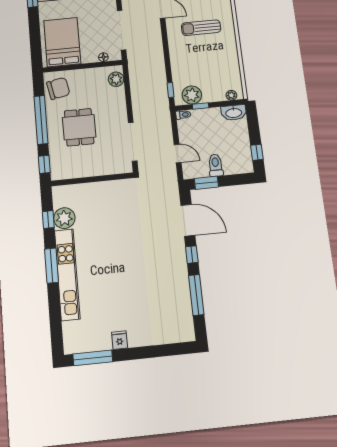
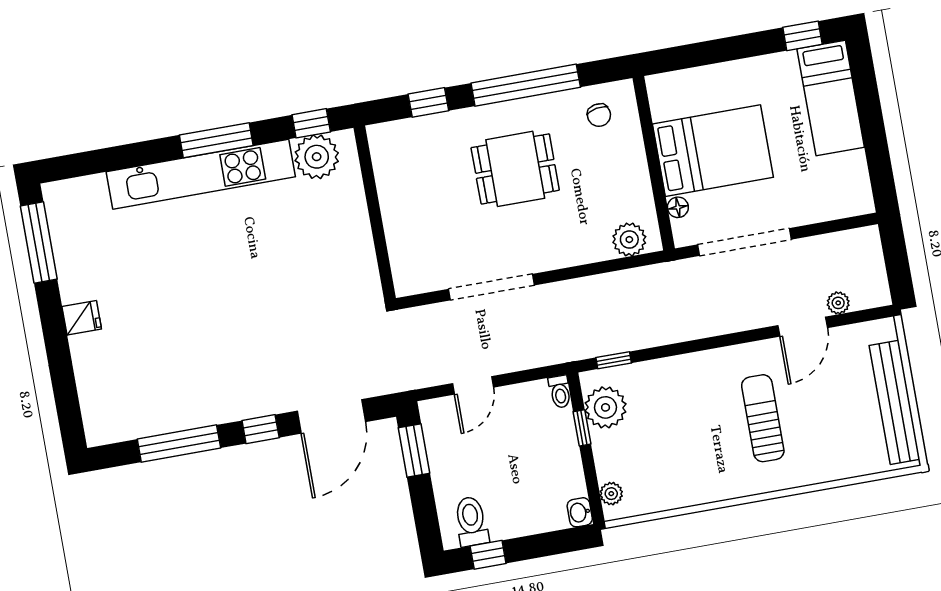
bed: (62, 42) -> (713, 151), moved
chair: (58, 88) -> (599, 115), width x0.54, depth x0.54
washbasin: (234, 113) -> (580, 512), width x0.52, depth x0.69
toilet: (216, 165) -> (471, 521), moved, turned -90
wall: (92, 179) -> (375, 213), moved
fridge: (120, 340) -> (82, 318), moved

